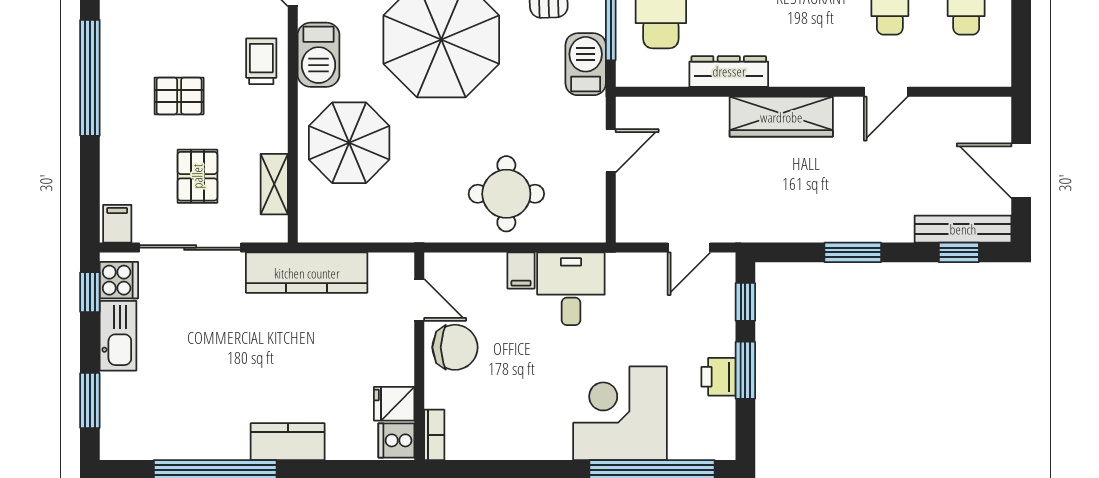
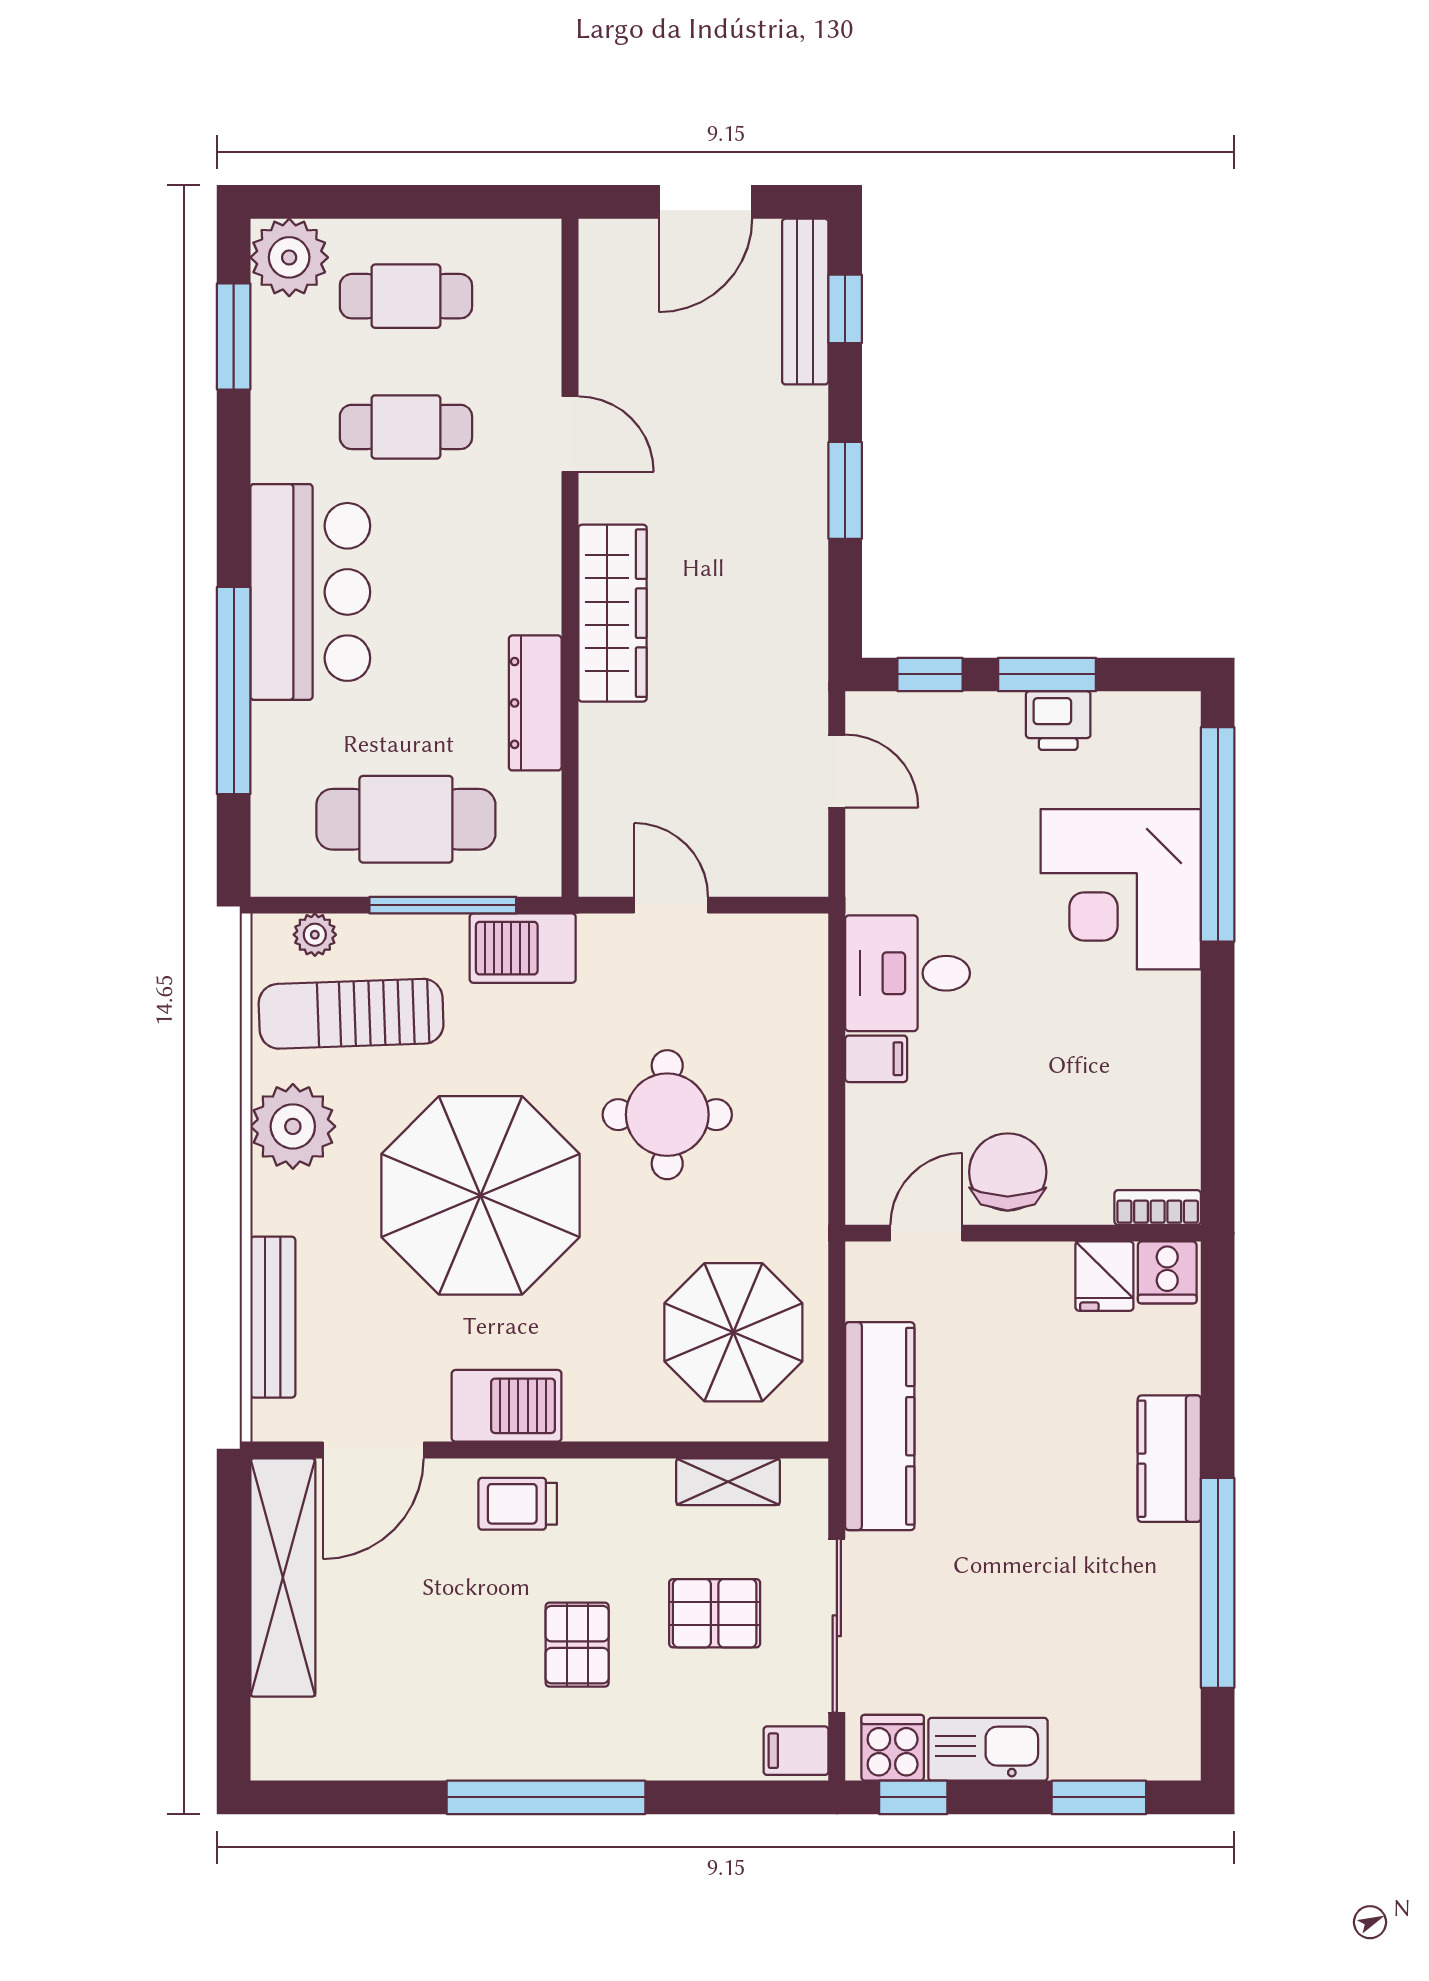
parasol: (349, 143) -> (733, 1332), moved
round table: (506, 194) -> (667, 1115), moved

